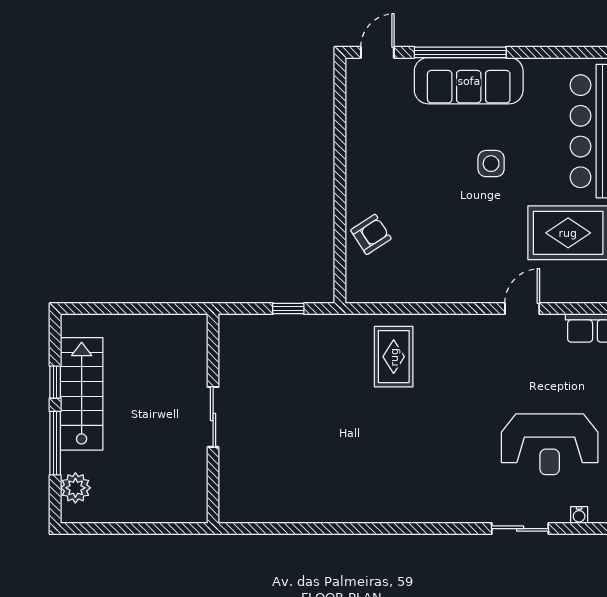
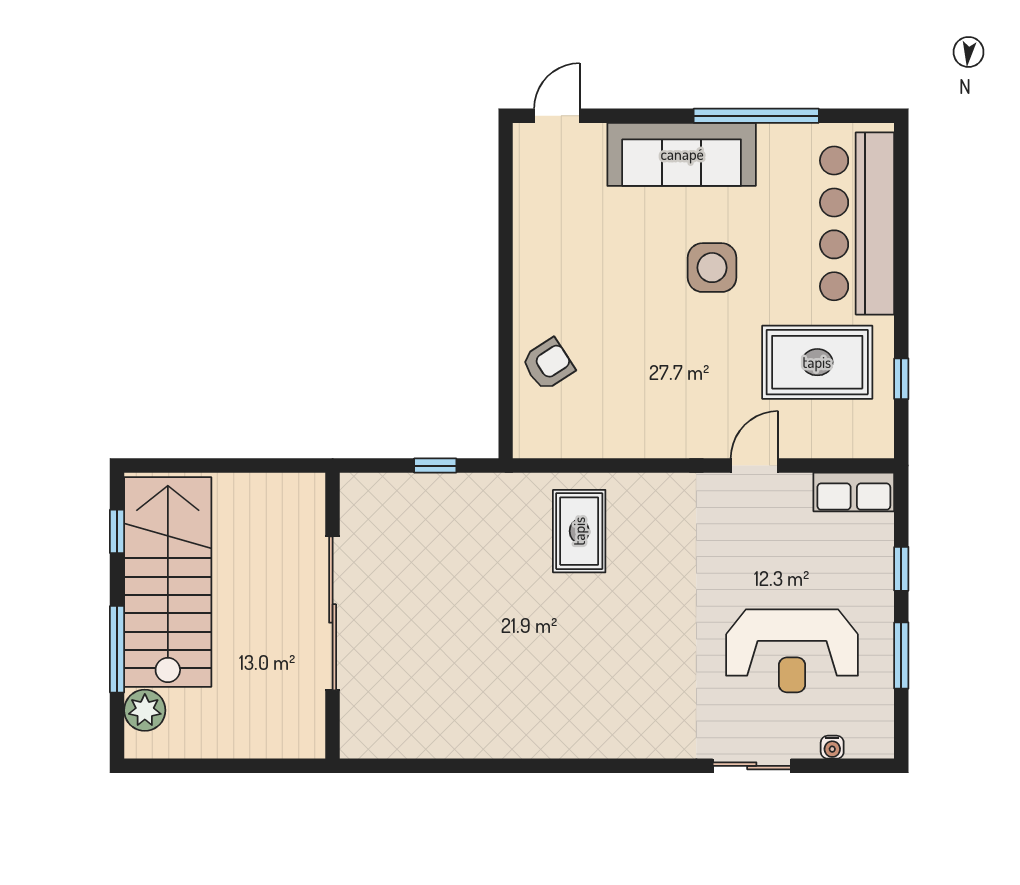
window: (460, 52) -> (756, 116), moved
side table: (491, 164) -> (712, 268), width x1.37, depth x1.37
window: (55, 382) -> (117, 531), moved
stairs: (82, 394) -> (168, 582), width x1.36, depth x1.51
sliding door: (213, 417) -> (333, 613), width x1.86

